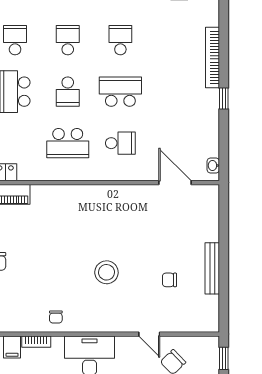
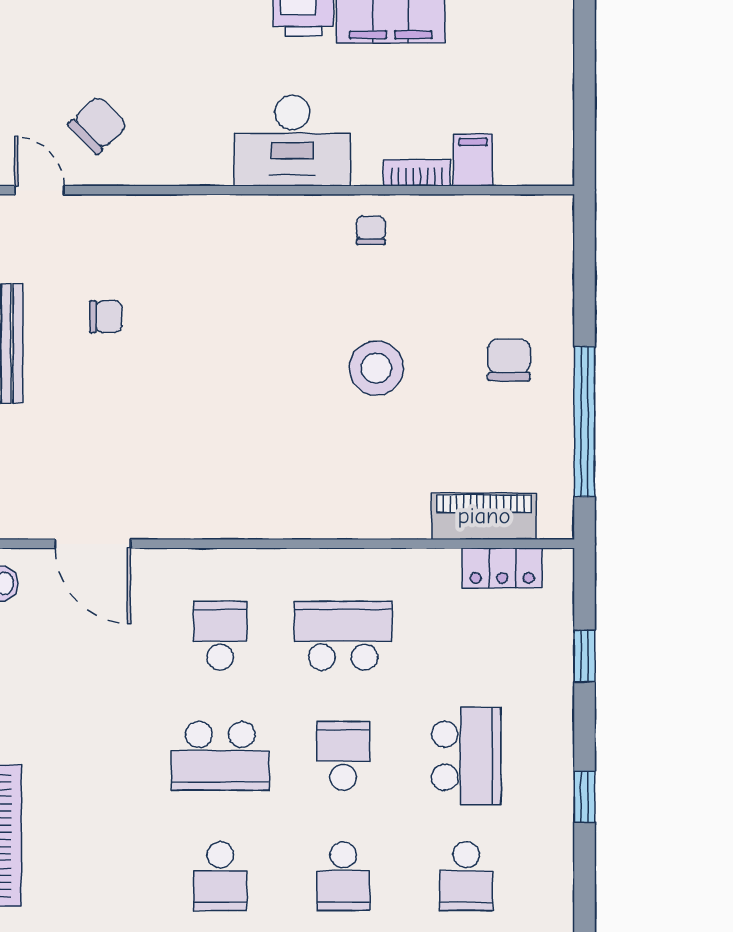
school desk: (120, 143) -> (220, 636), turned 90
stool: (106, 272) -> (376, 368), moved
door: (149, 334) -> (39, 190), moved

